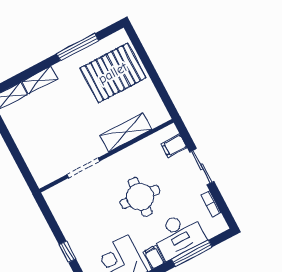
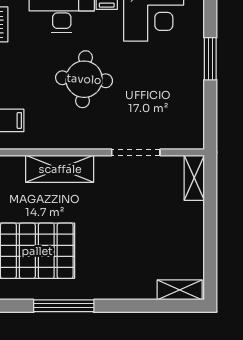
shelving: (40, 80) -> (194, 178), moved, turned 90
window: (67, 252) -> (210, 59), width x1.50

